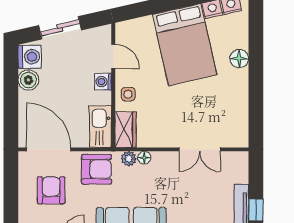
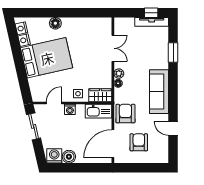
sliding door: (60, 28) -> (34, 126), moved
plant: (129, 159) -> (119, 74), moved
armchair: (51, 190) -> (139, 142), turned 90

